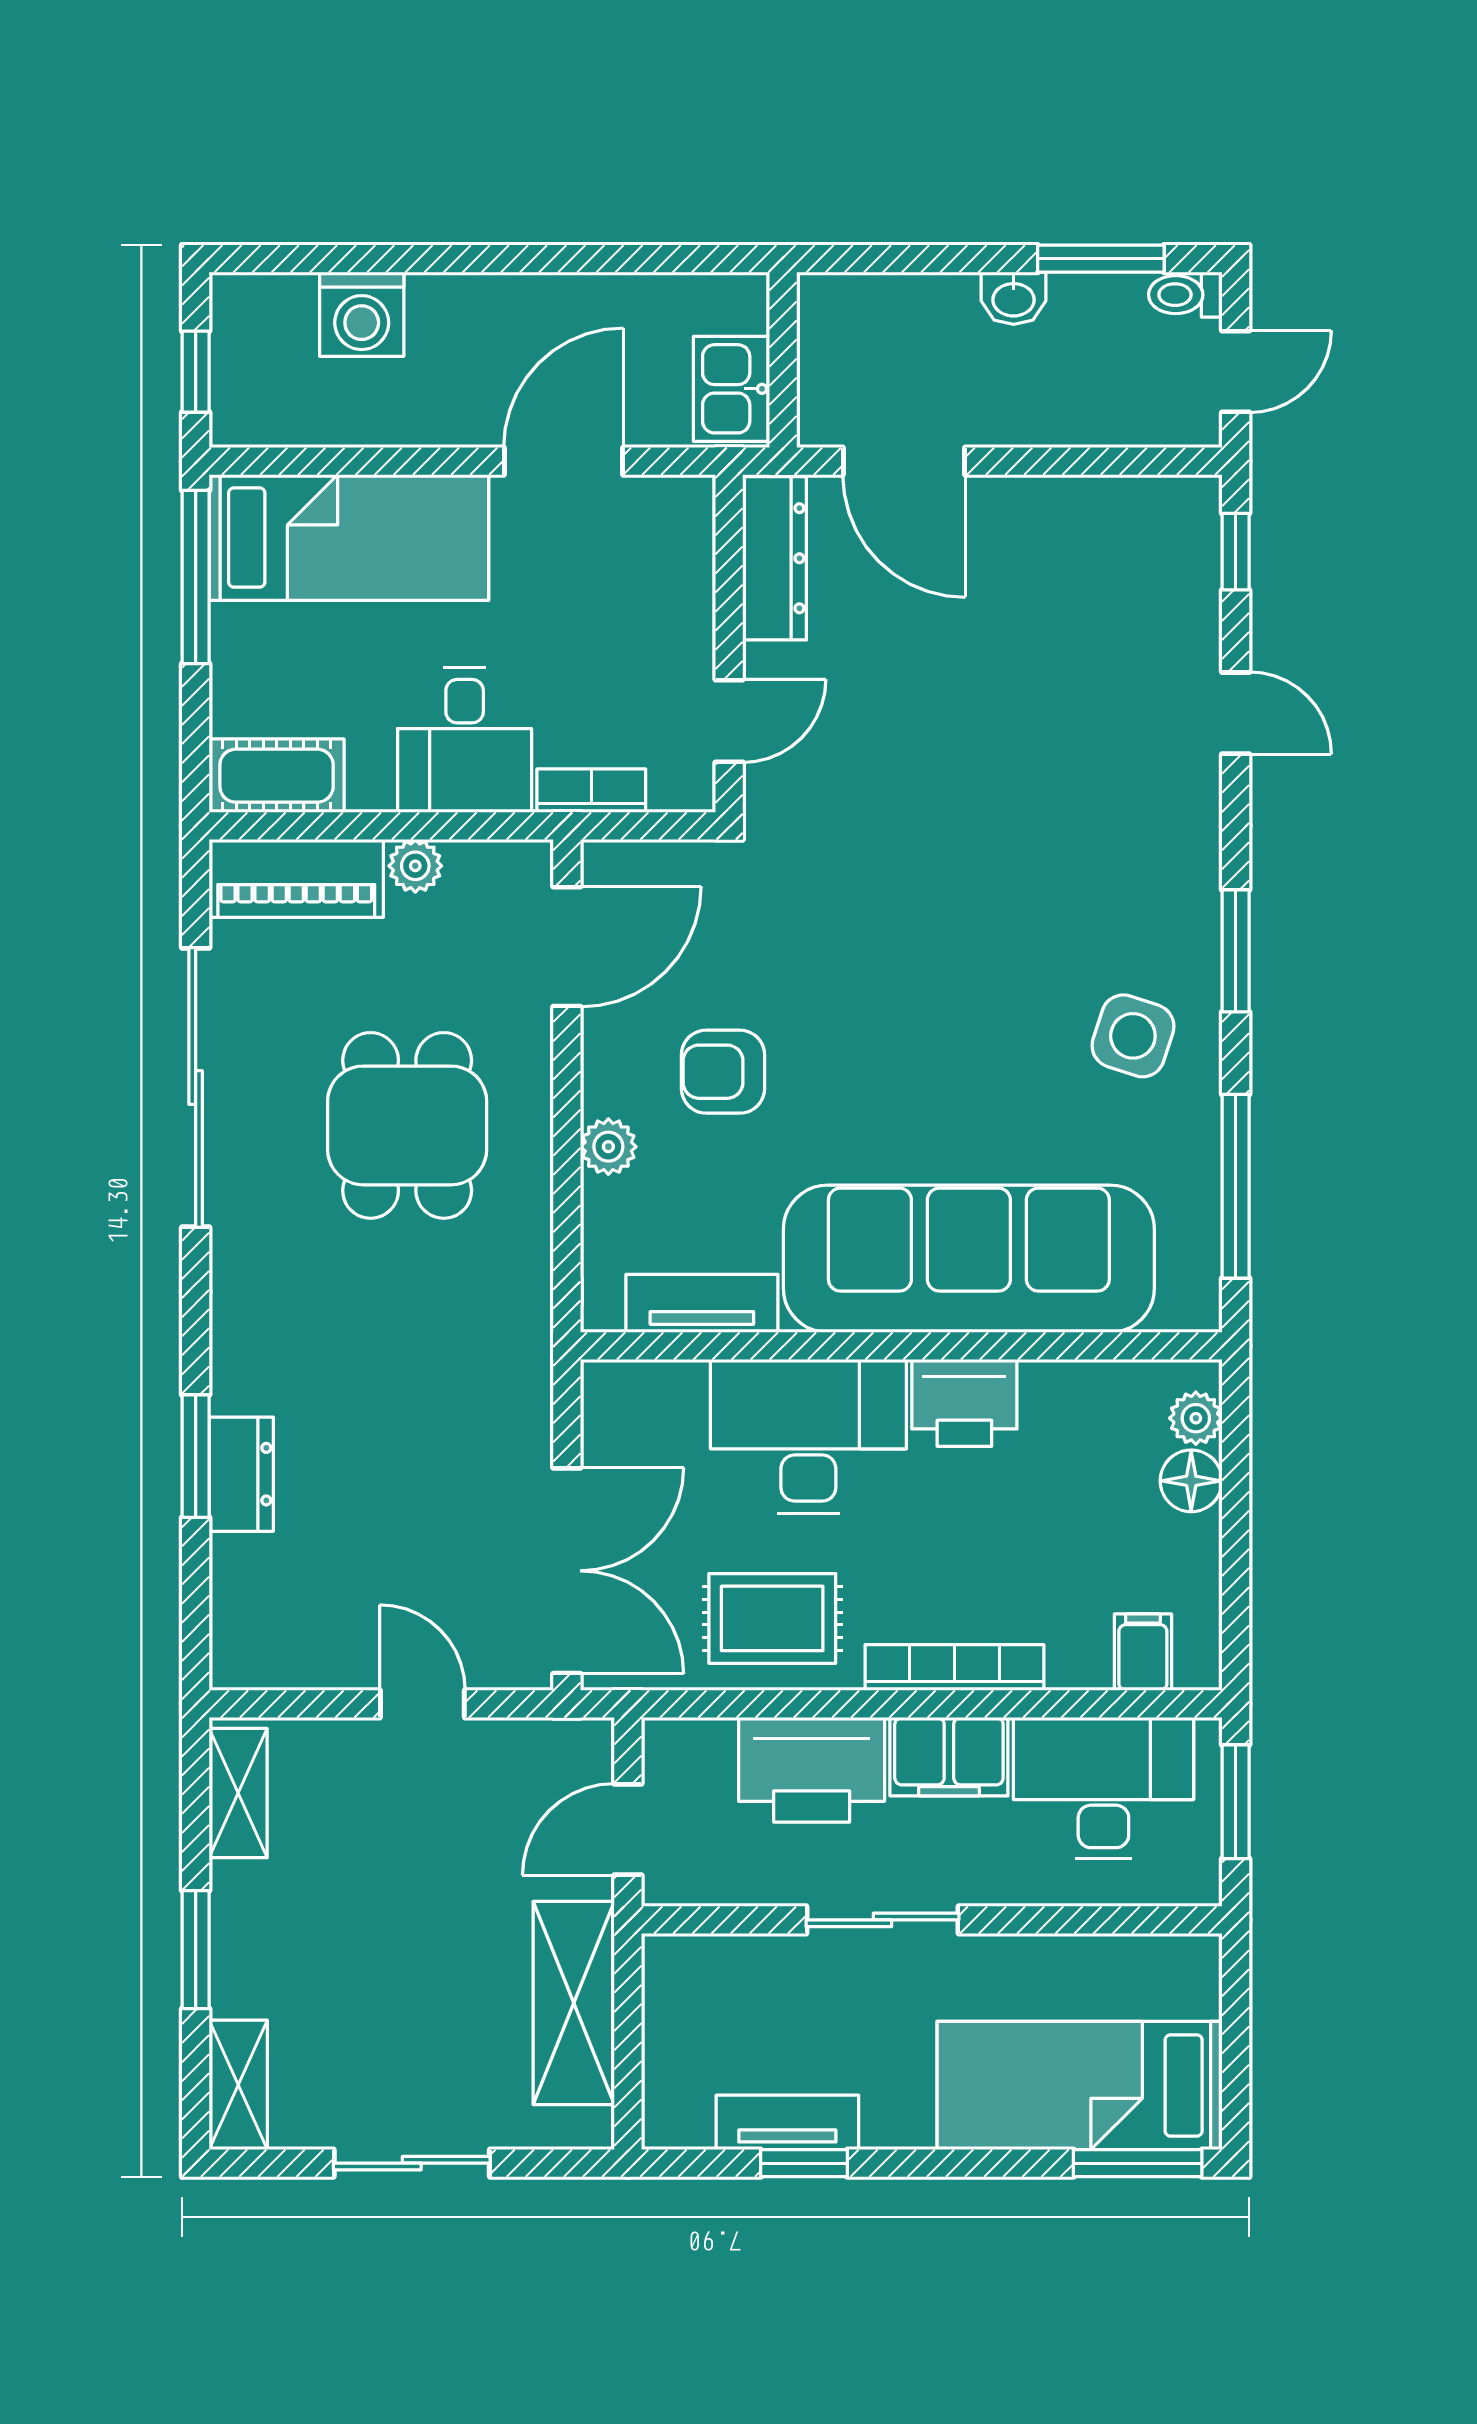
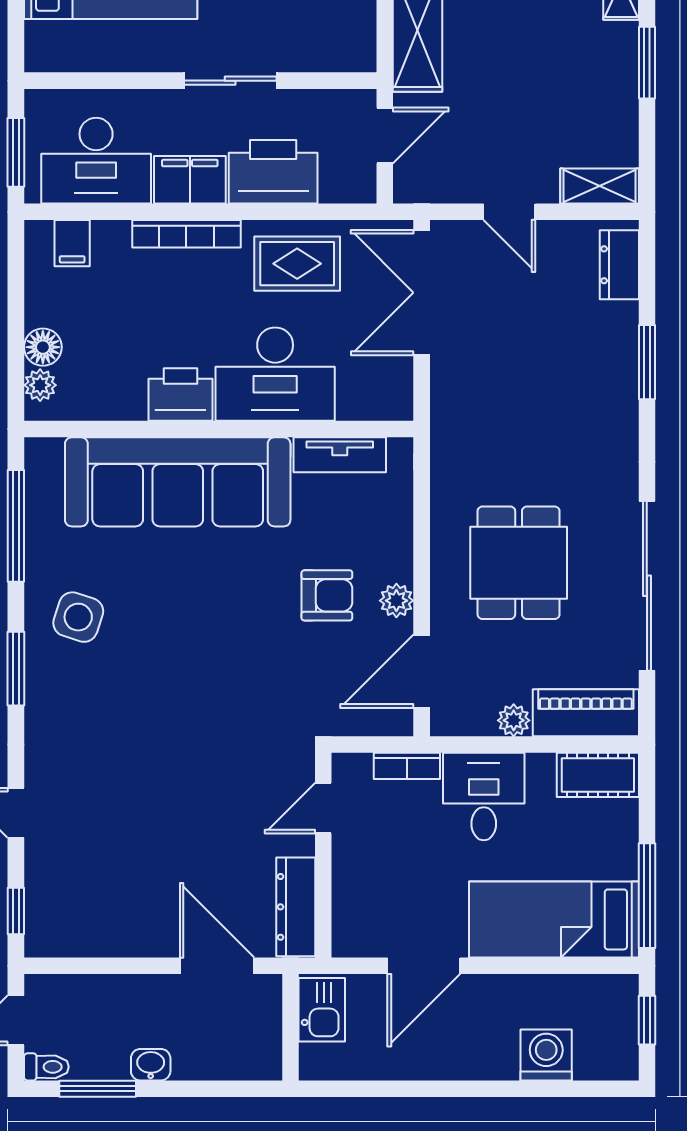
plant: (608, 1147) -> (396, 601), moved
dresser: (241, 1474) -> (619, 265), moved
shelving: (238, 1793) -> (600, 186), moved, turned 90

